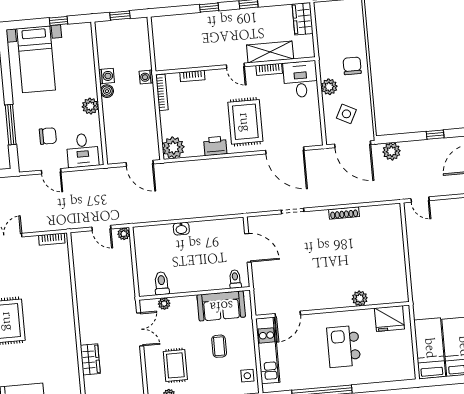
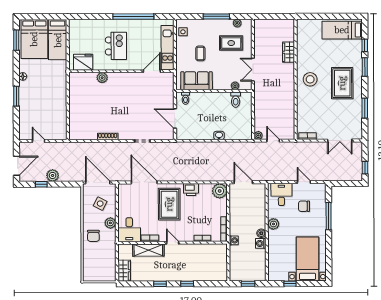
plant: (392, 151) -> (53, 175), moved
door: (420, 200) -> (38, 141), moved
stool: (55, 322) -> (310, 79), added
rug: (175, 365) -> (231, 43), turned 90

